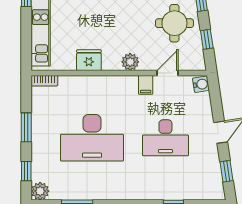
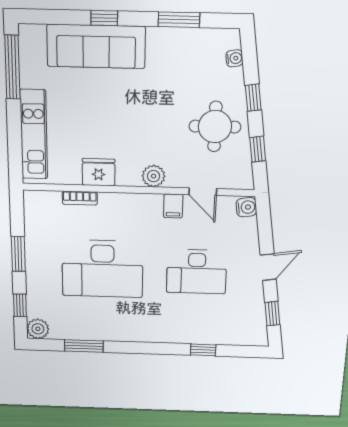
door: (168, 73) -> (203, 192), swing flipped
bookcase: (44, 81) -> (80, 198), moved

